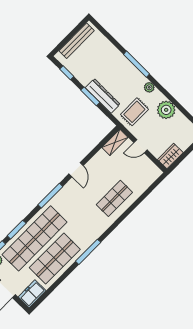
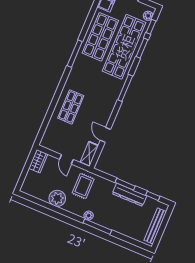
plant: (149, 87) -> (89, 216), moved
dresser: (103, 96) -> (129, 195), moved
door: (141, 146) -> (66, 159), swing flipped
door: (76, 170) -> (105, 135), moved

